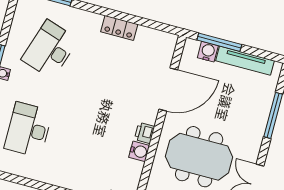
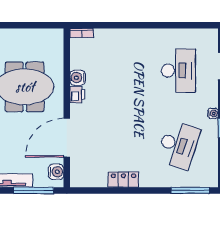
water cooler: (208, 52) -> (56, 172), moved, turned -90

